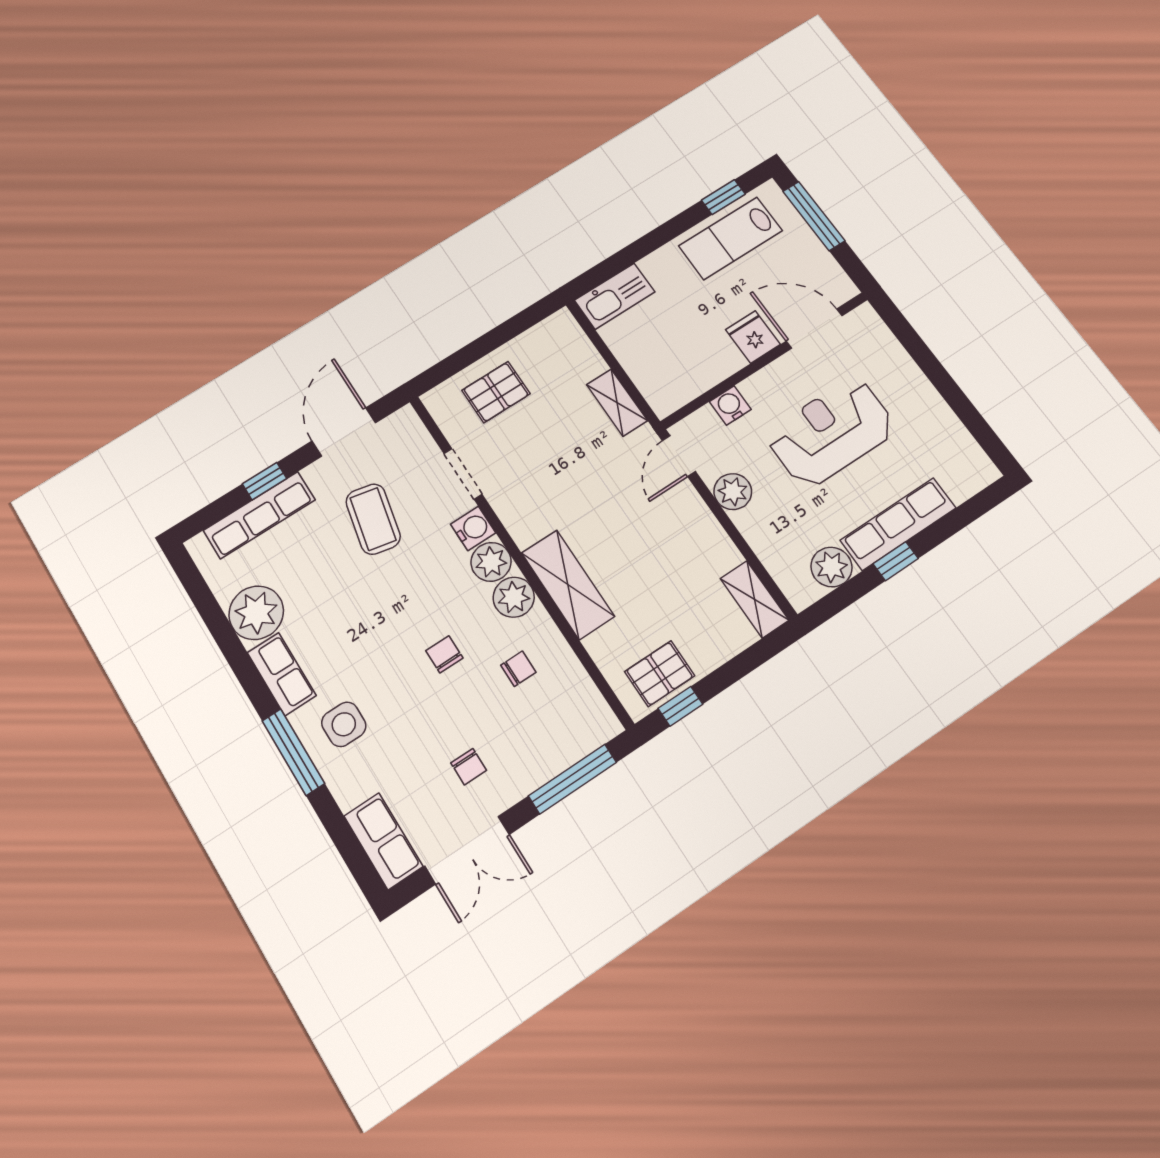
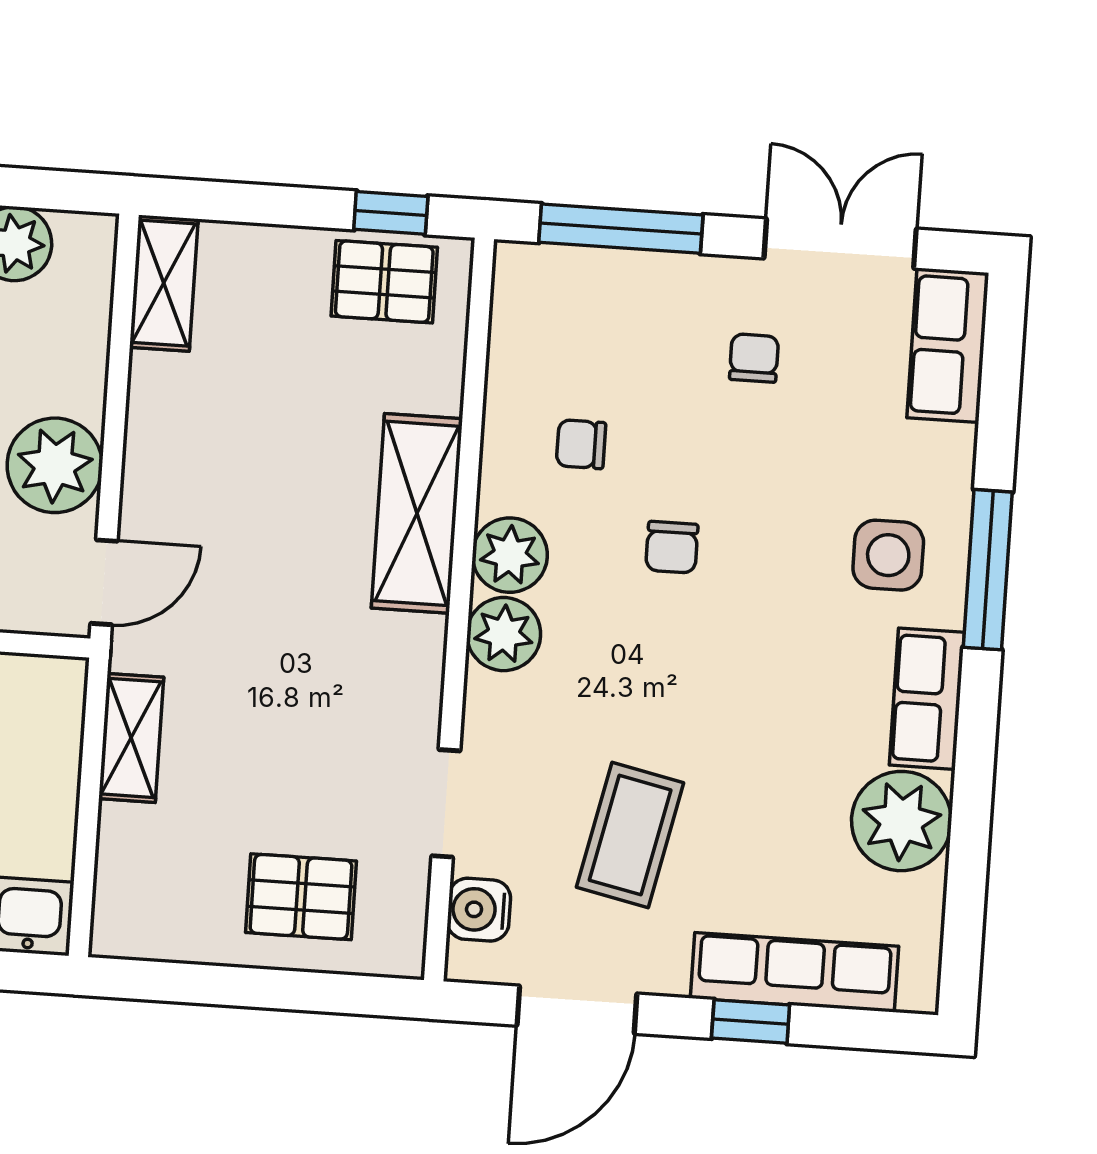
plant: (733, 492) -> (55, 465), width x1.36, depth x1.36
water cooler: (473, 528) -> (479, 910), moved

